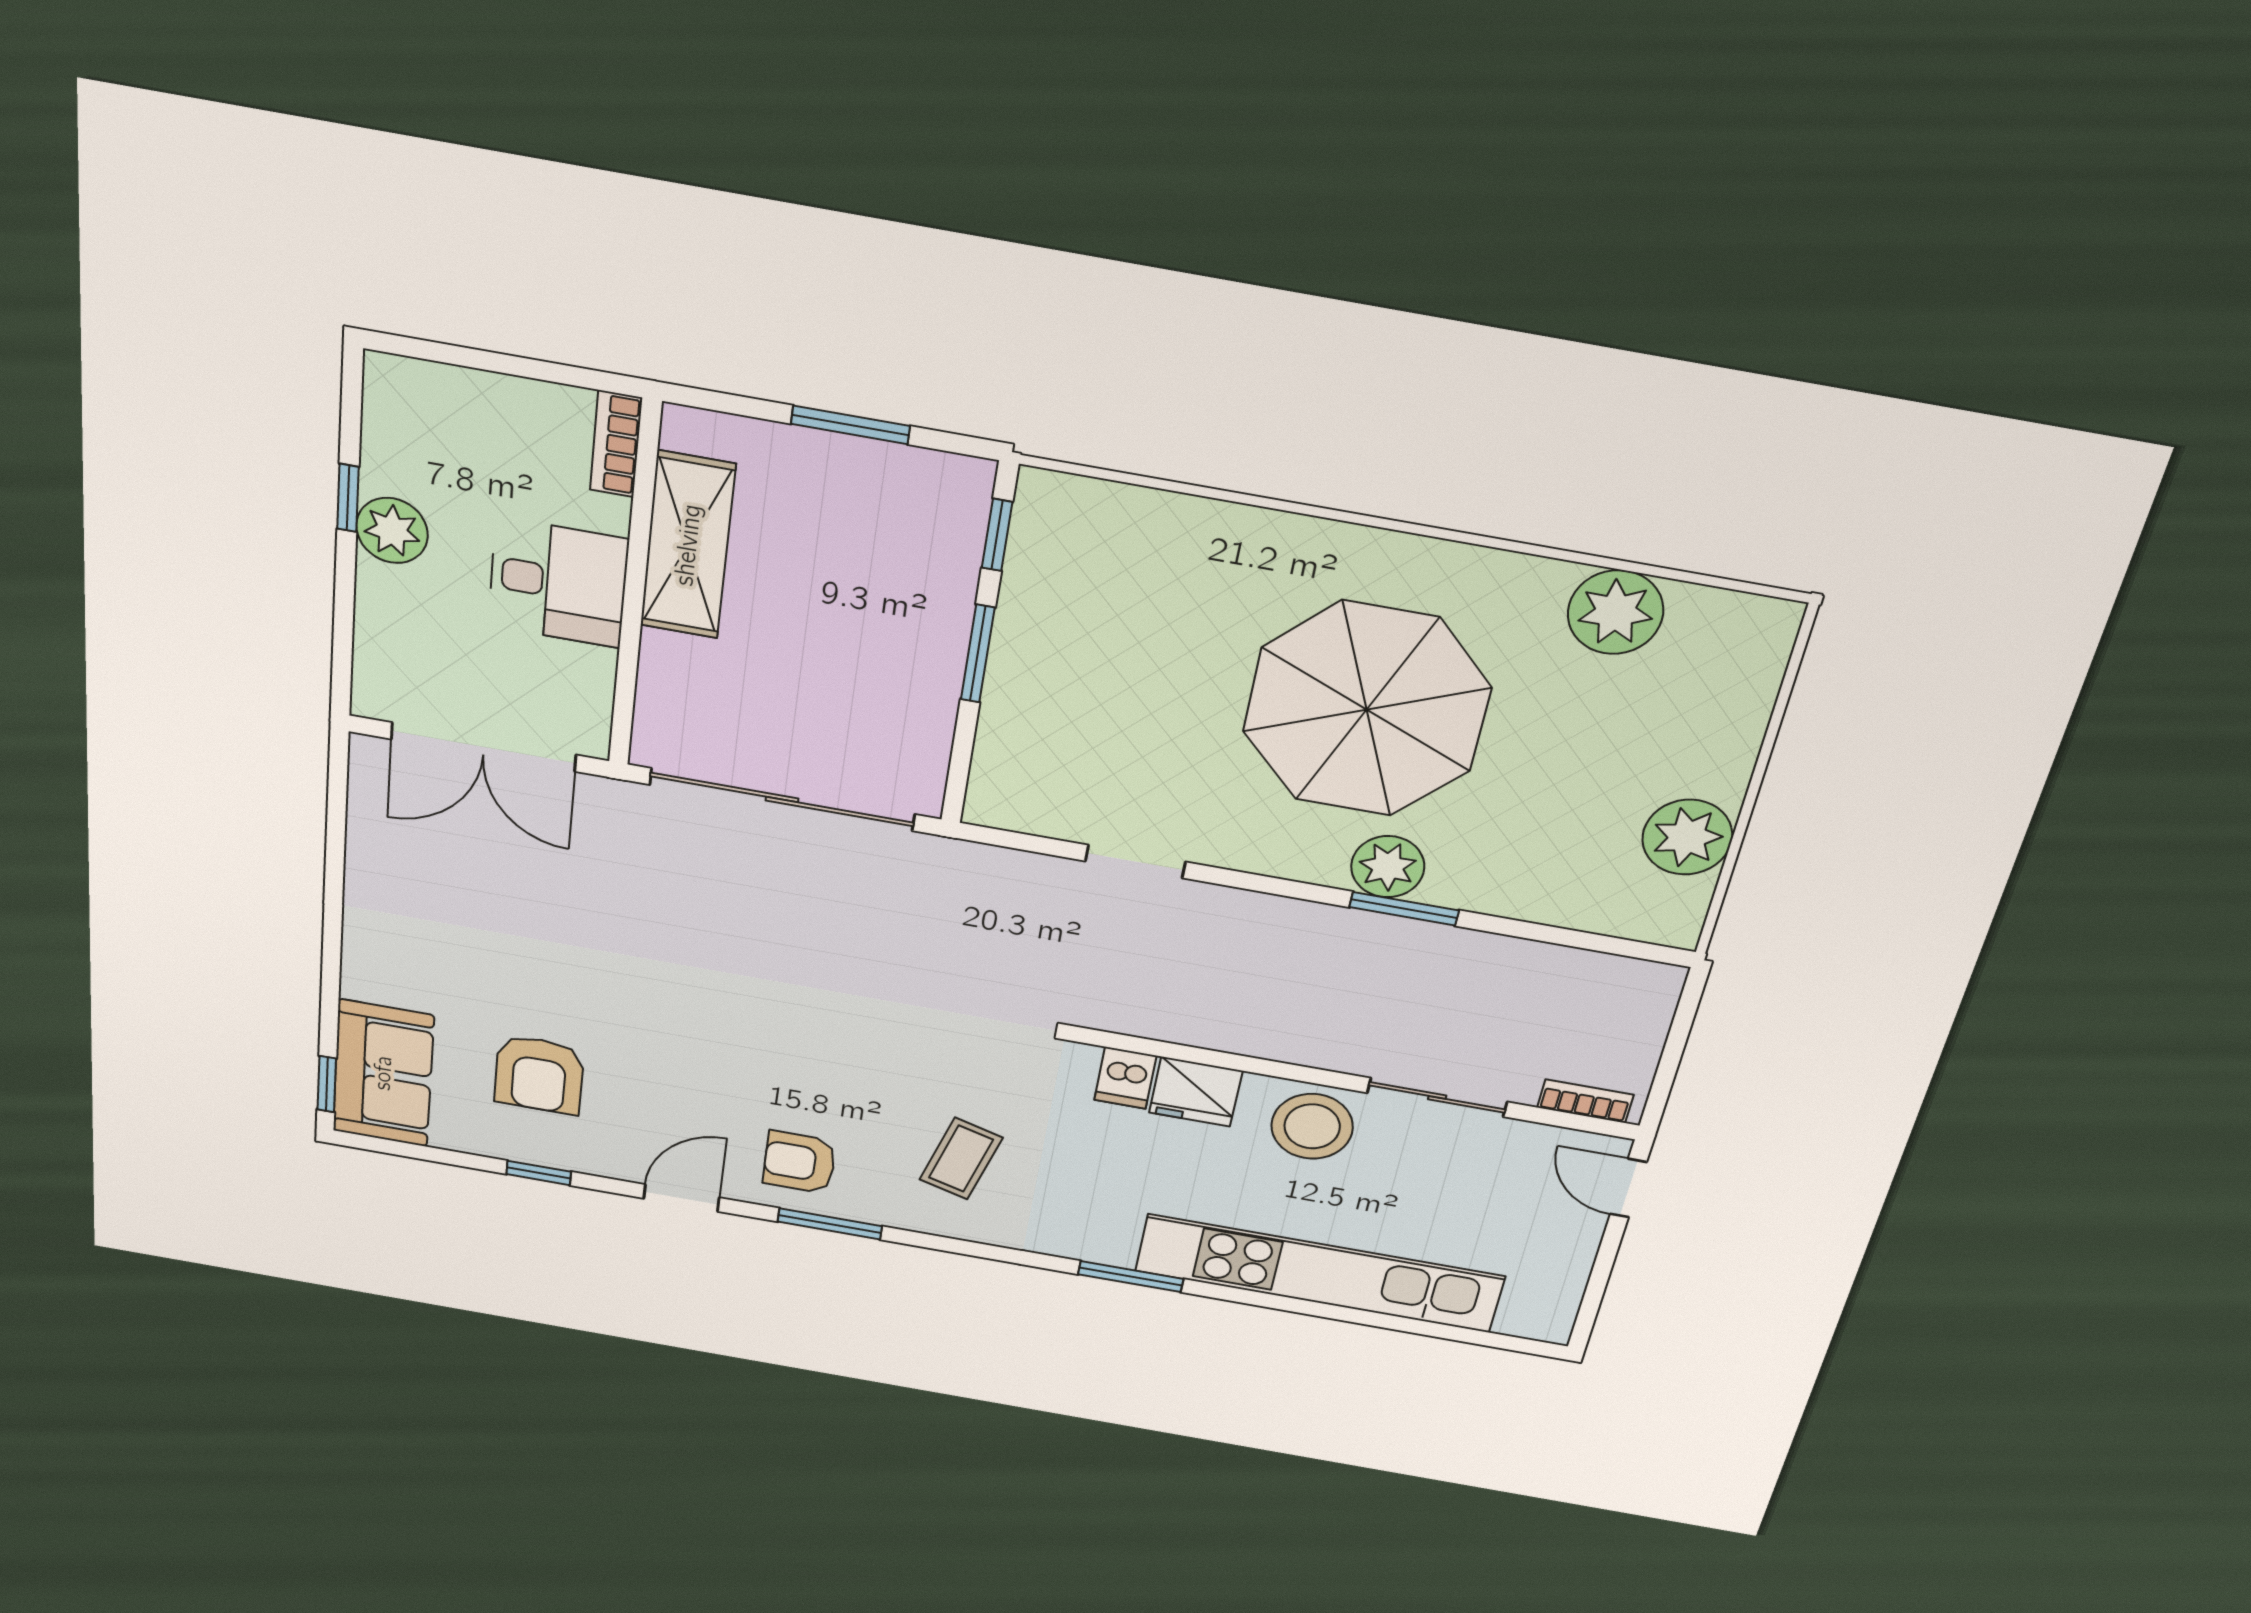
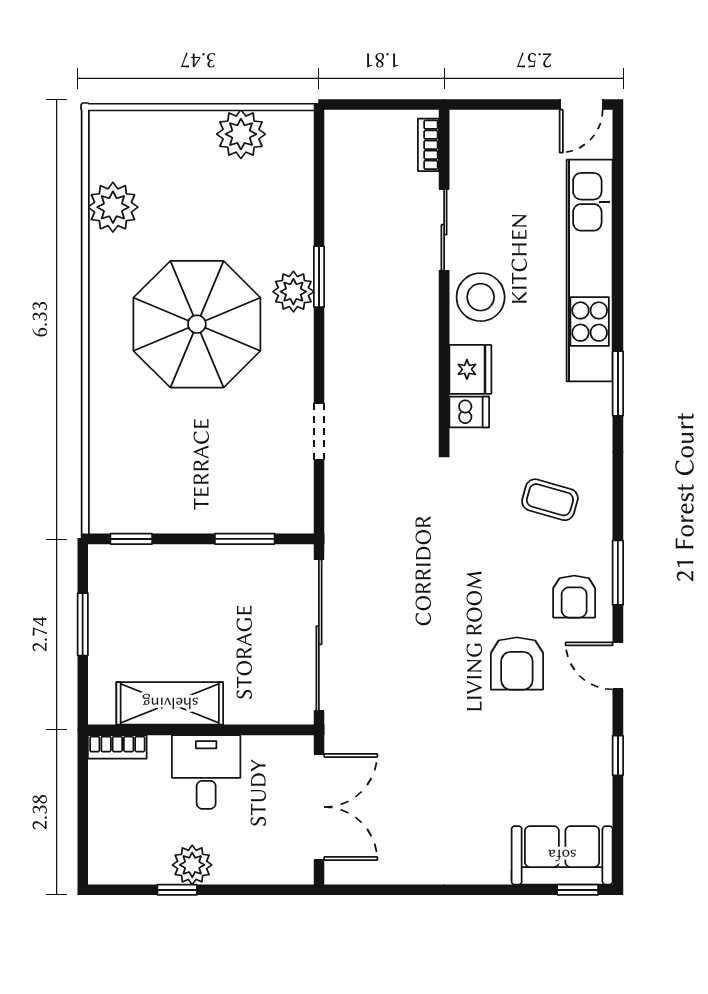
window: (978, 654) -> (245, 539), moved
armchair: (539, 1075) -> (517, 663), moved, turned 90
door: (1628, 1188) -> (581, 105), moved

